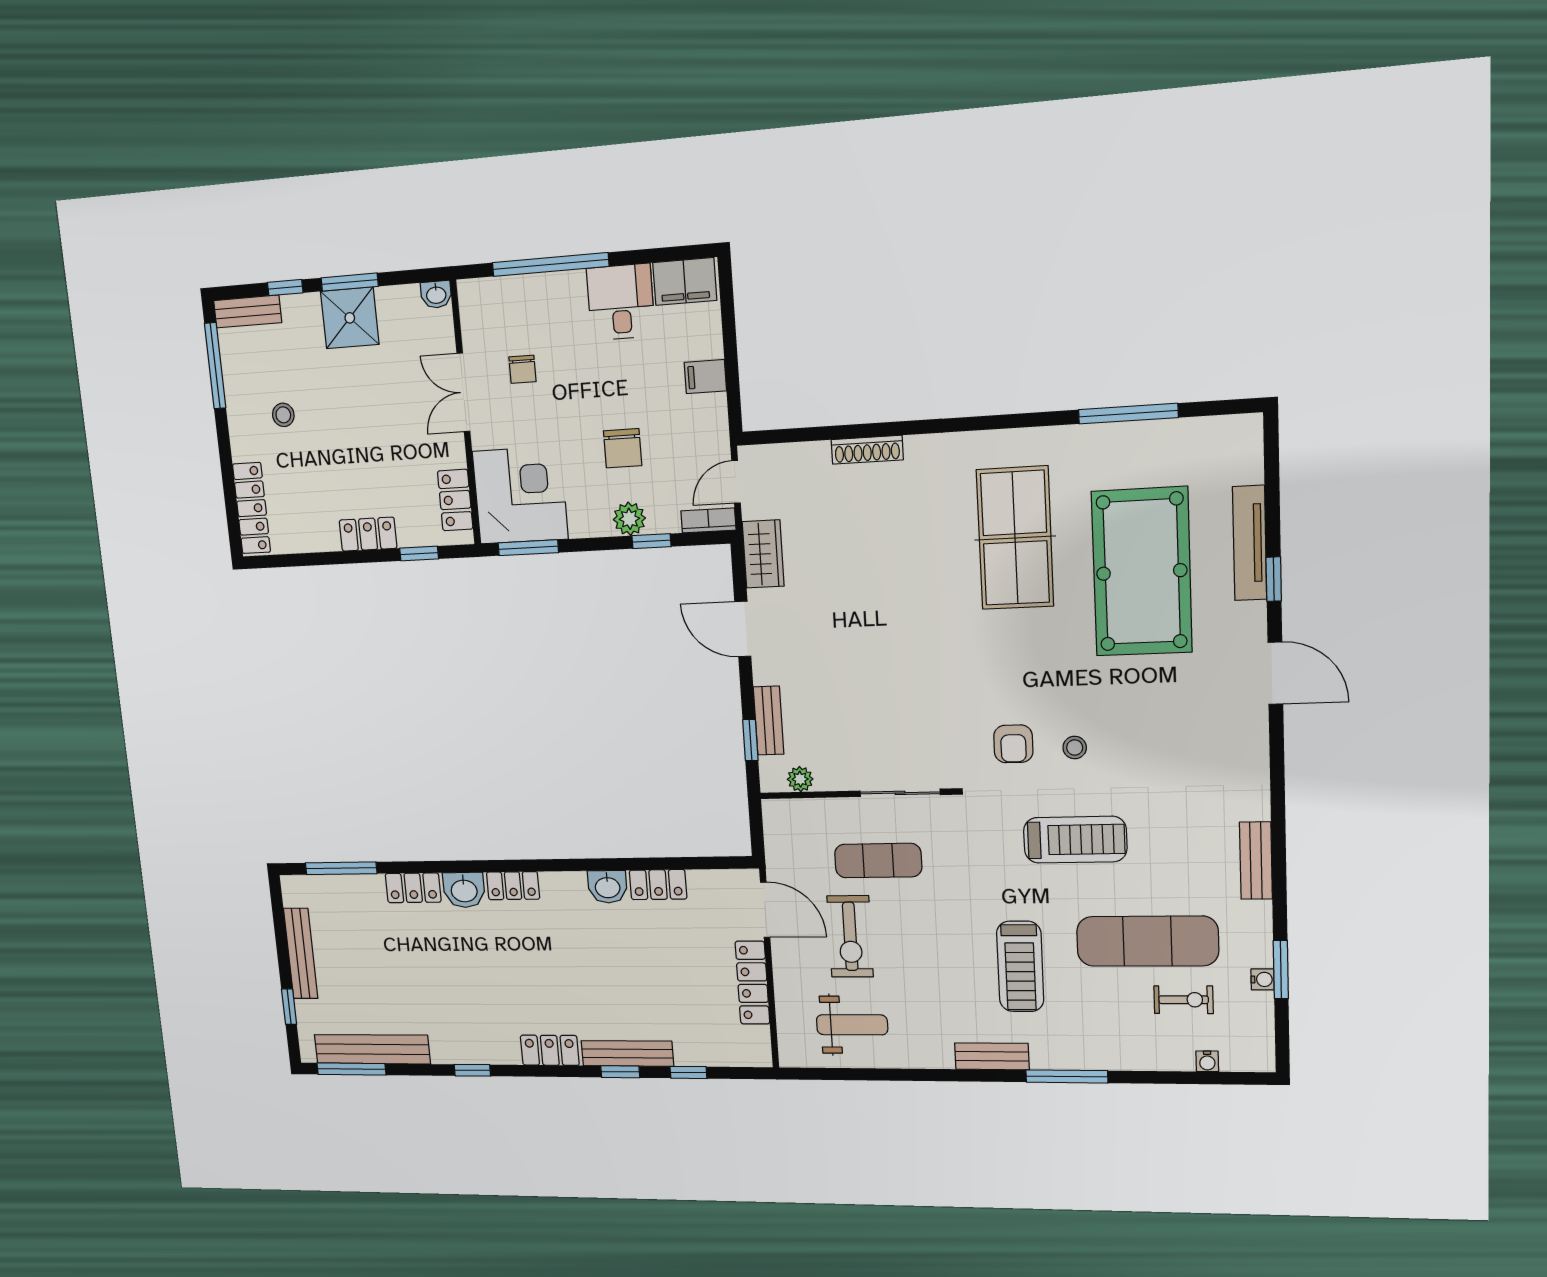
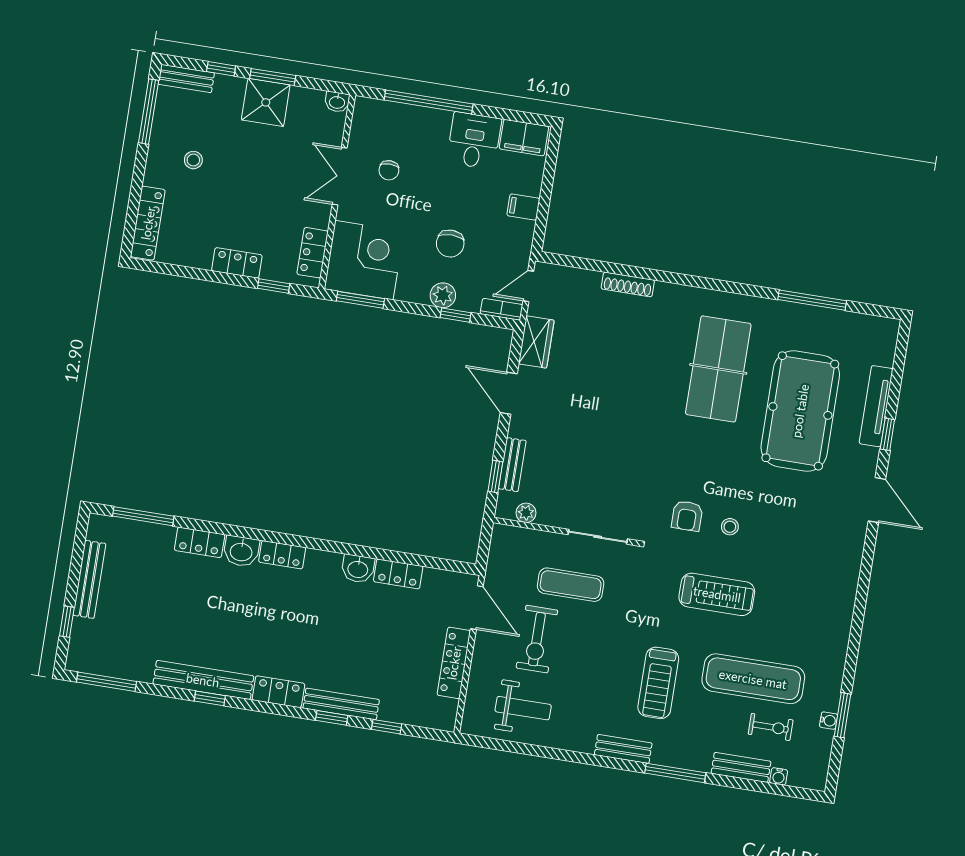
bench: (1256, 861) -> (741, 767), moved, turned 90
bench: (372, 1049) -> (203, 680), moved

